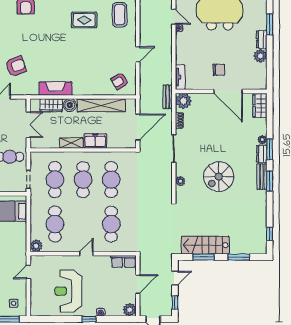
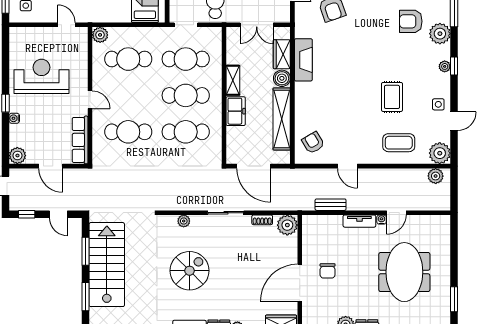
tv unit: (180, 77) -> (359, 221), moved
bench: (168, 97) -> (331, 205), moved
spiral stairs: (219, 177) -> (190, 271), turned 90
stairs: (205, 245) -> (107, 265), width x1.36, depth x1.51
row of seats: (123, 261) -> (80, 140), width x1.48

